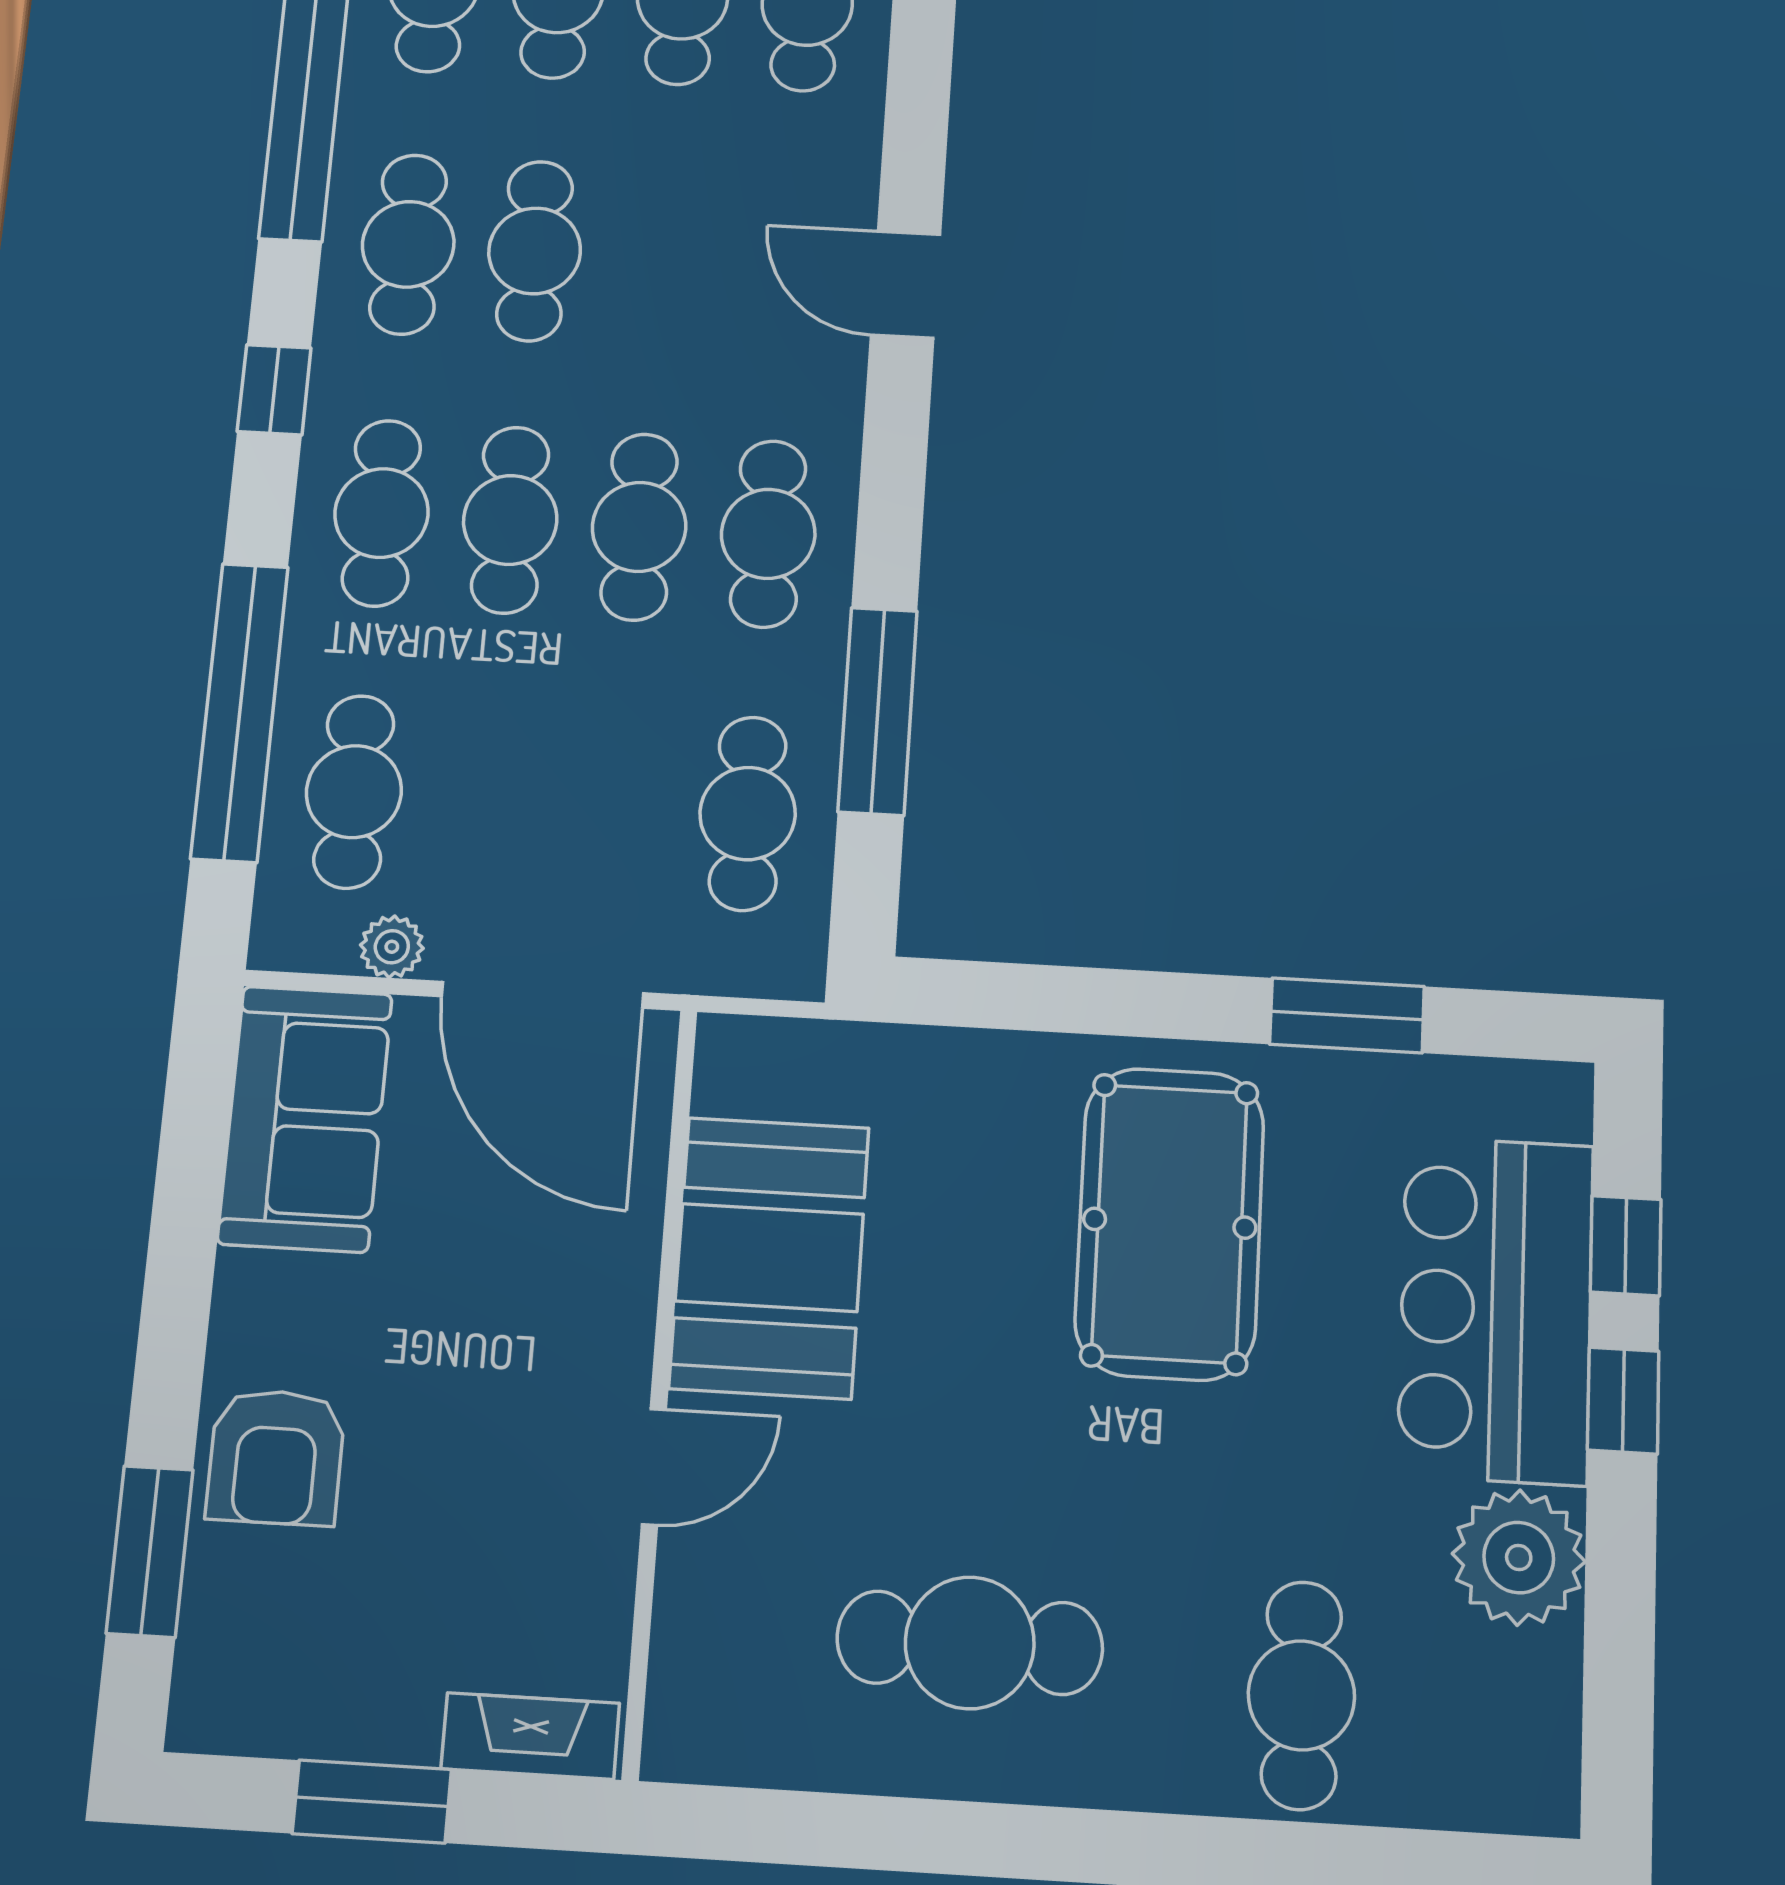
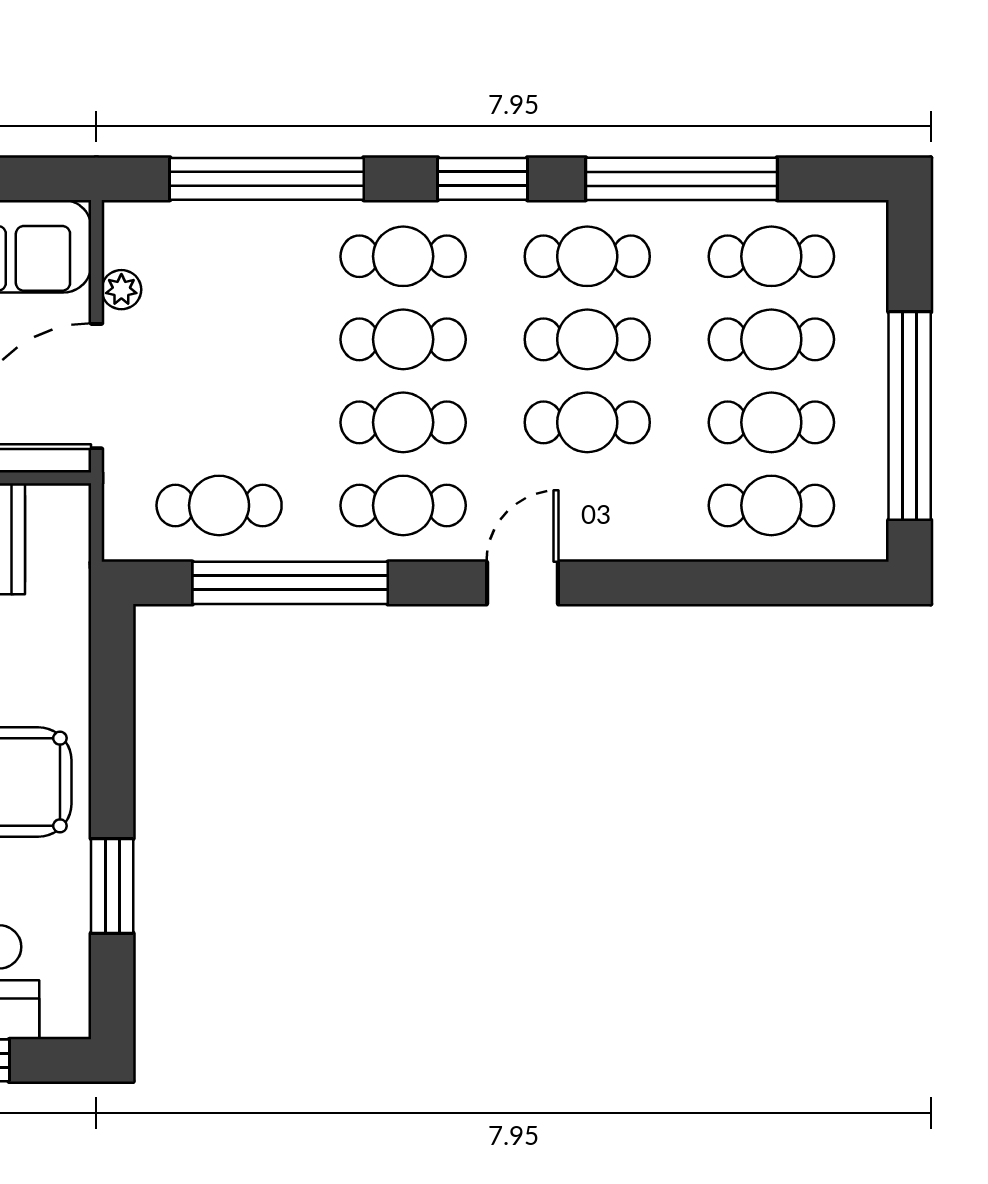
door: (906, 285) -> (523, 583), moved
window: (274, 390) -> (483, 179), width x1.50
window: (878, 711) -> (290, 583), width x1.46
cafe table: (354, 792) -> (587, 422), moved

